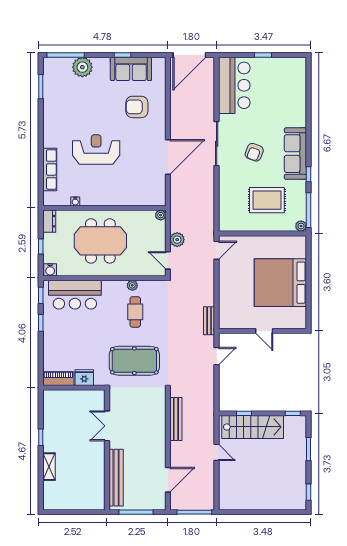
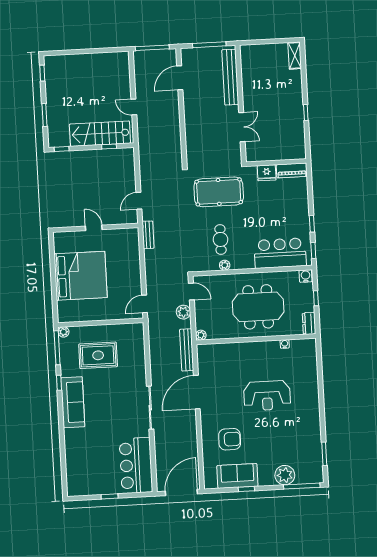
armchair: (254, 152) -> (113, 401), removed
row of seats: (50, 169) -> (311, 374), removed
bench: (176, 419) -> (187, 350), moved
shelving: (49, 467) -> (295, 56), moved

